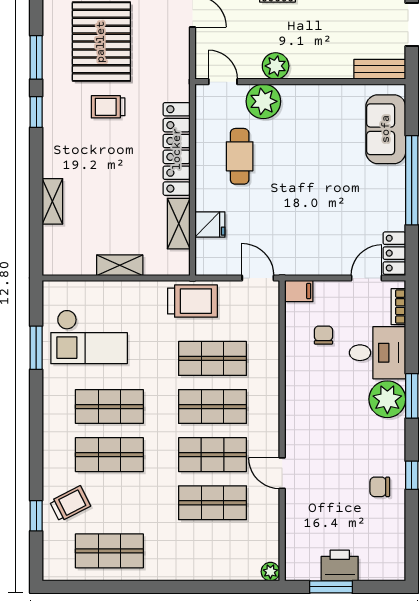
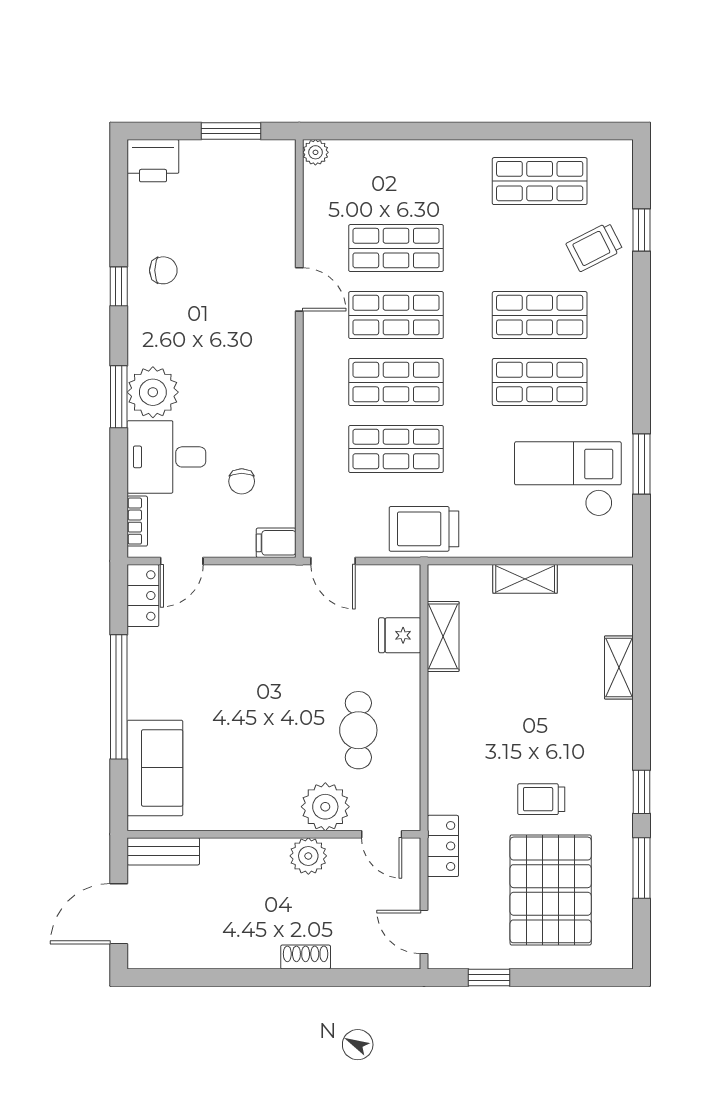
trolley: (108, 107) -> (541, 799), turned 180
locker: (177, 149) -> (443, 846), moved, width x0.46, depth x0.83
printer: (340, 566) -> (153, 161), moved

